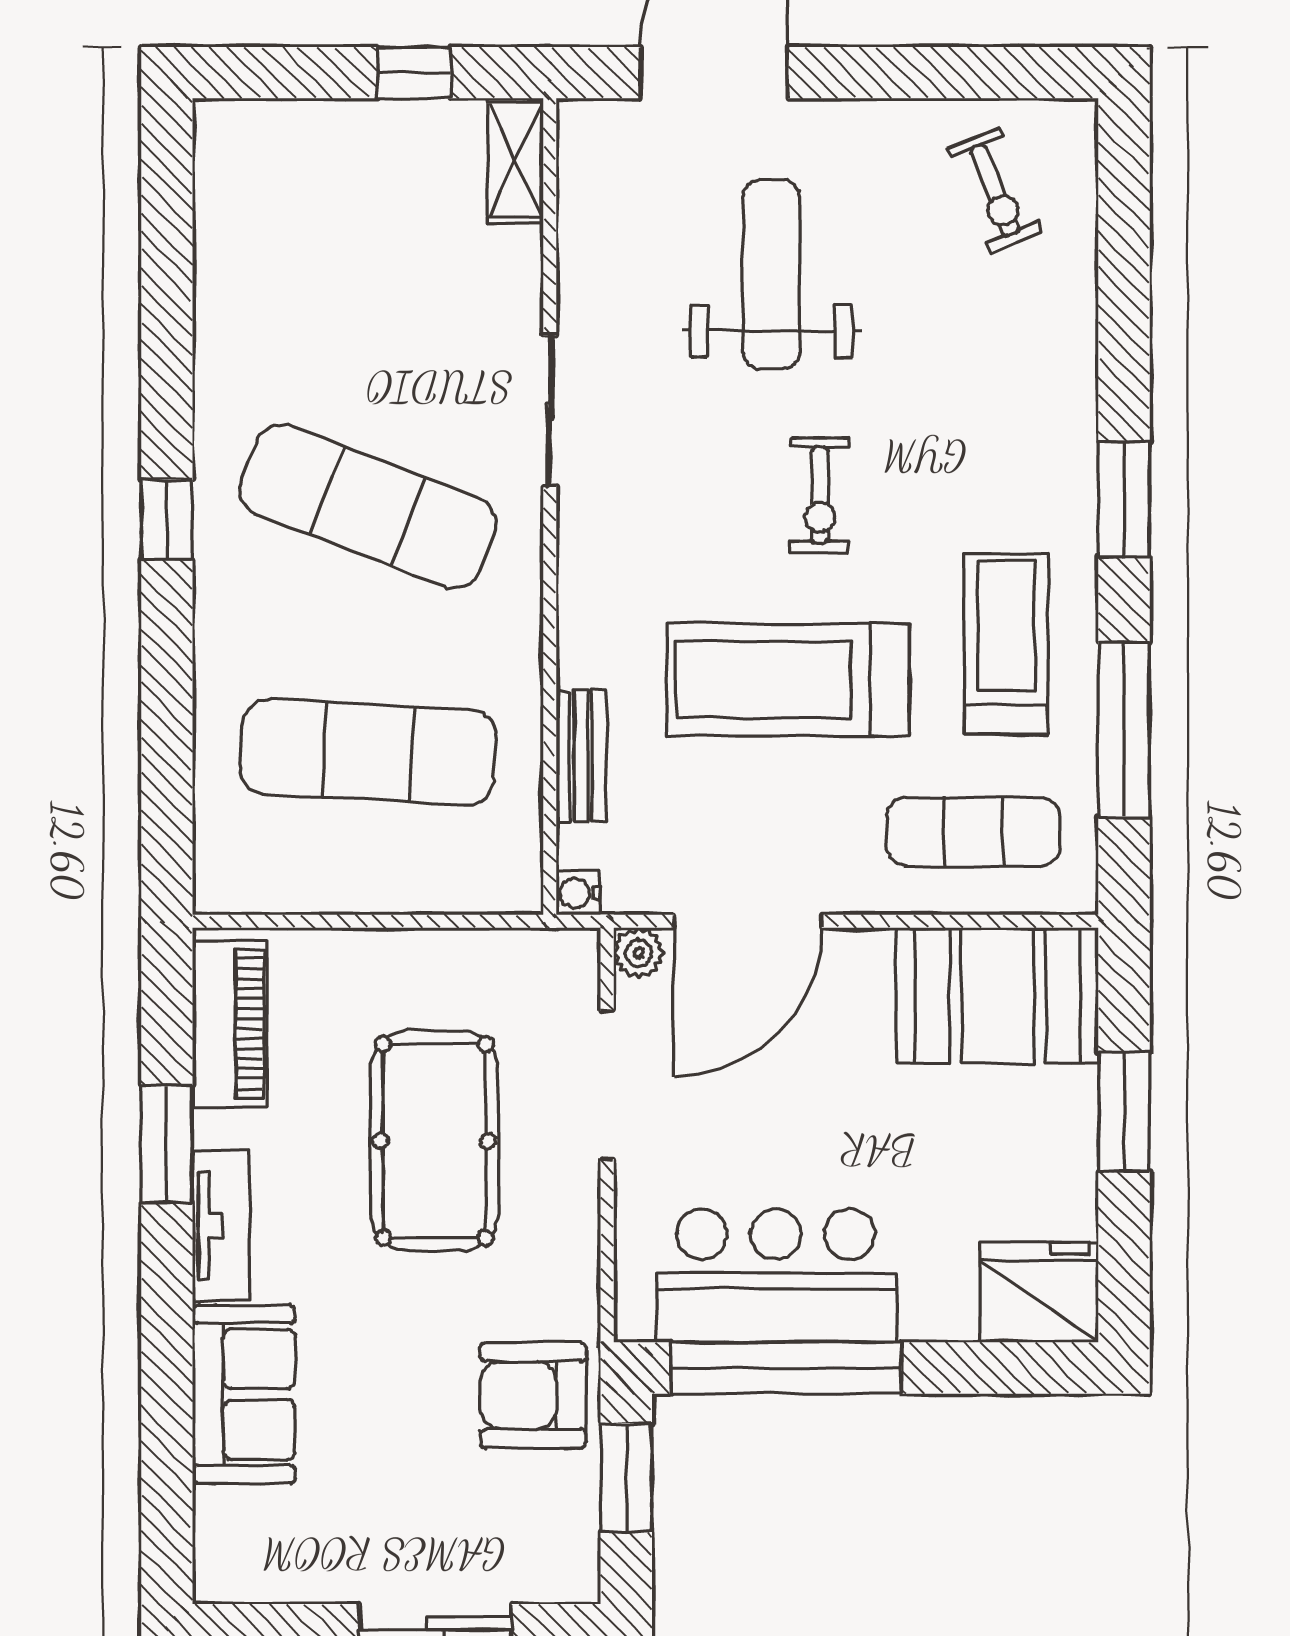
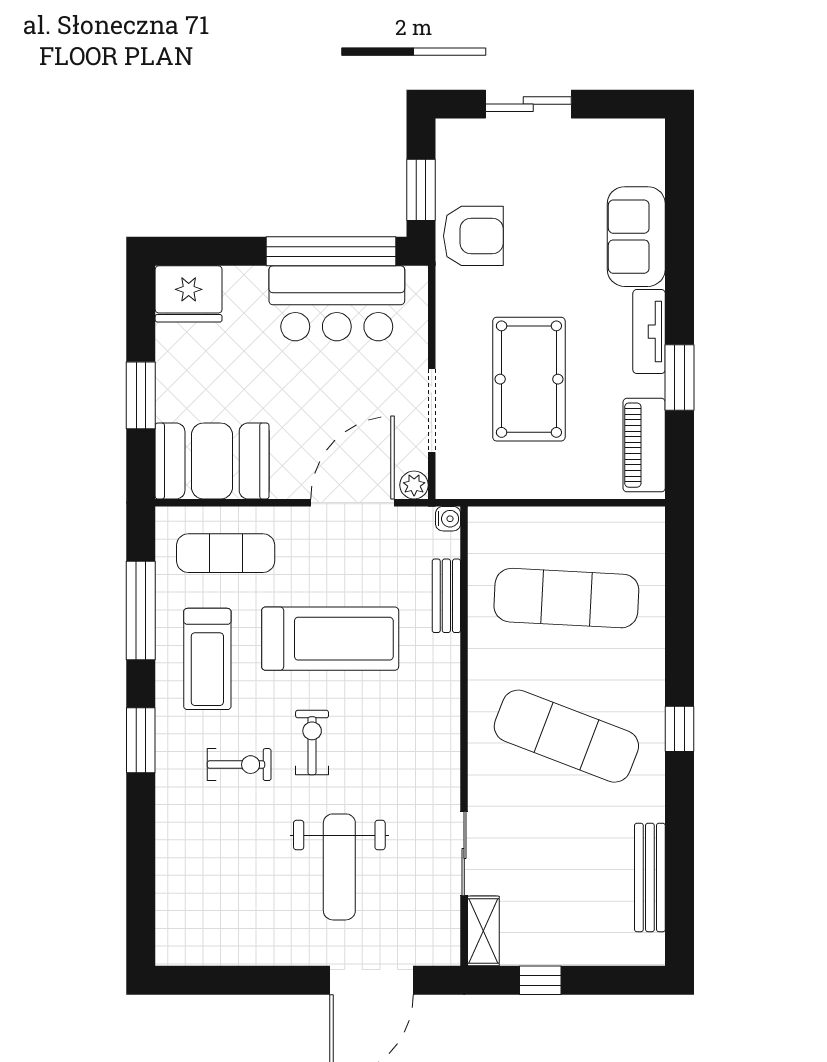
exercise bike: (995, 190) -> (239, 765), moved, turned 112
bench: (219, 255) -> (650, 877), added
sliding door: (550, 411) -> (464, 854), moved

